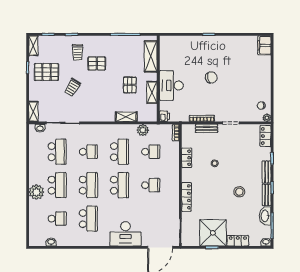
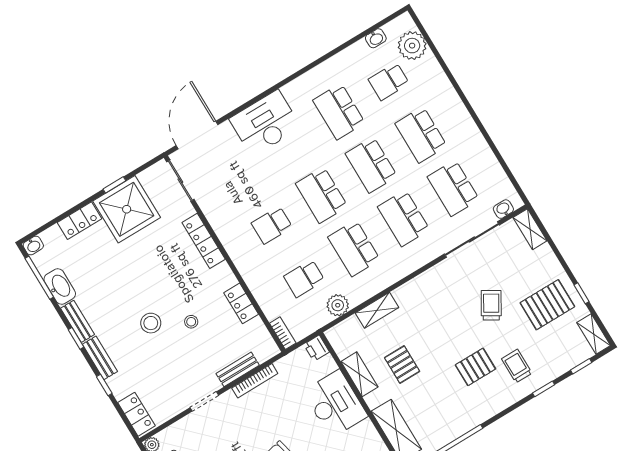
school desk: (88, 152) -> (404, 218), width x1.85
plant: (36, 192) -> (412, 46), moved
stool: (239, 192) -> (151, 323), moved

